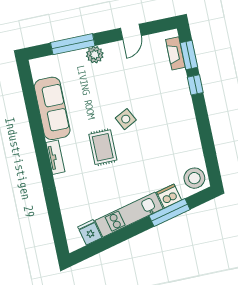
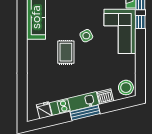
corner sofa: (170, 103) -> (120, 31), added
tv unit: (55, 157) -> (31, 52), removed
window: (170, 213) -> (85, 113), moved

